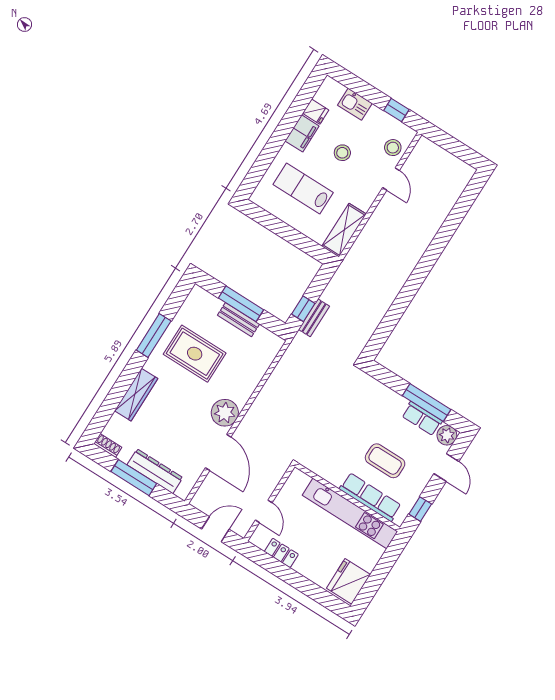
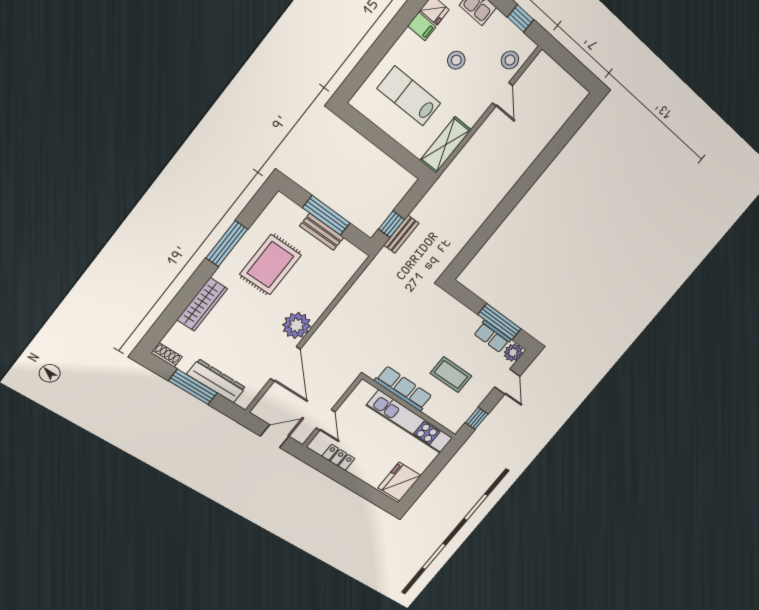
filing cabinet: (302, 133) -> (422, 26), width x0.50
rug: (195, 354) -> (270, 265), turned 90
row of seats: (370, 497) -> (403, 389), moved

